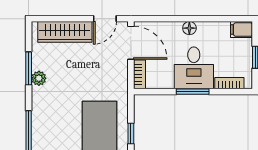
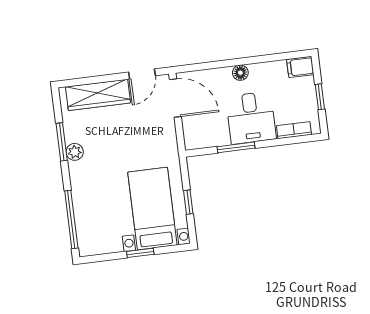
bookcase: (139, 74) -> (190, 133), removed
window: (193, 92) -> (236, 147), moved

